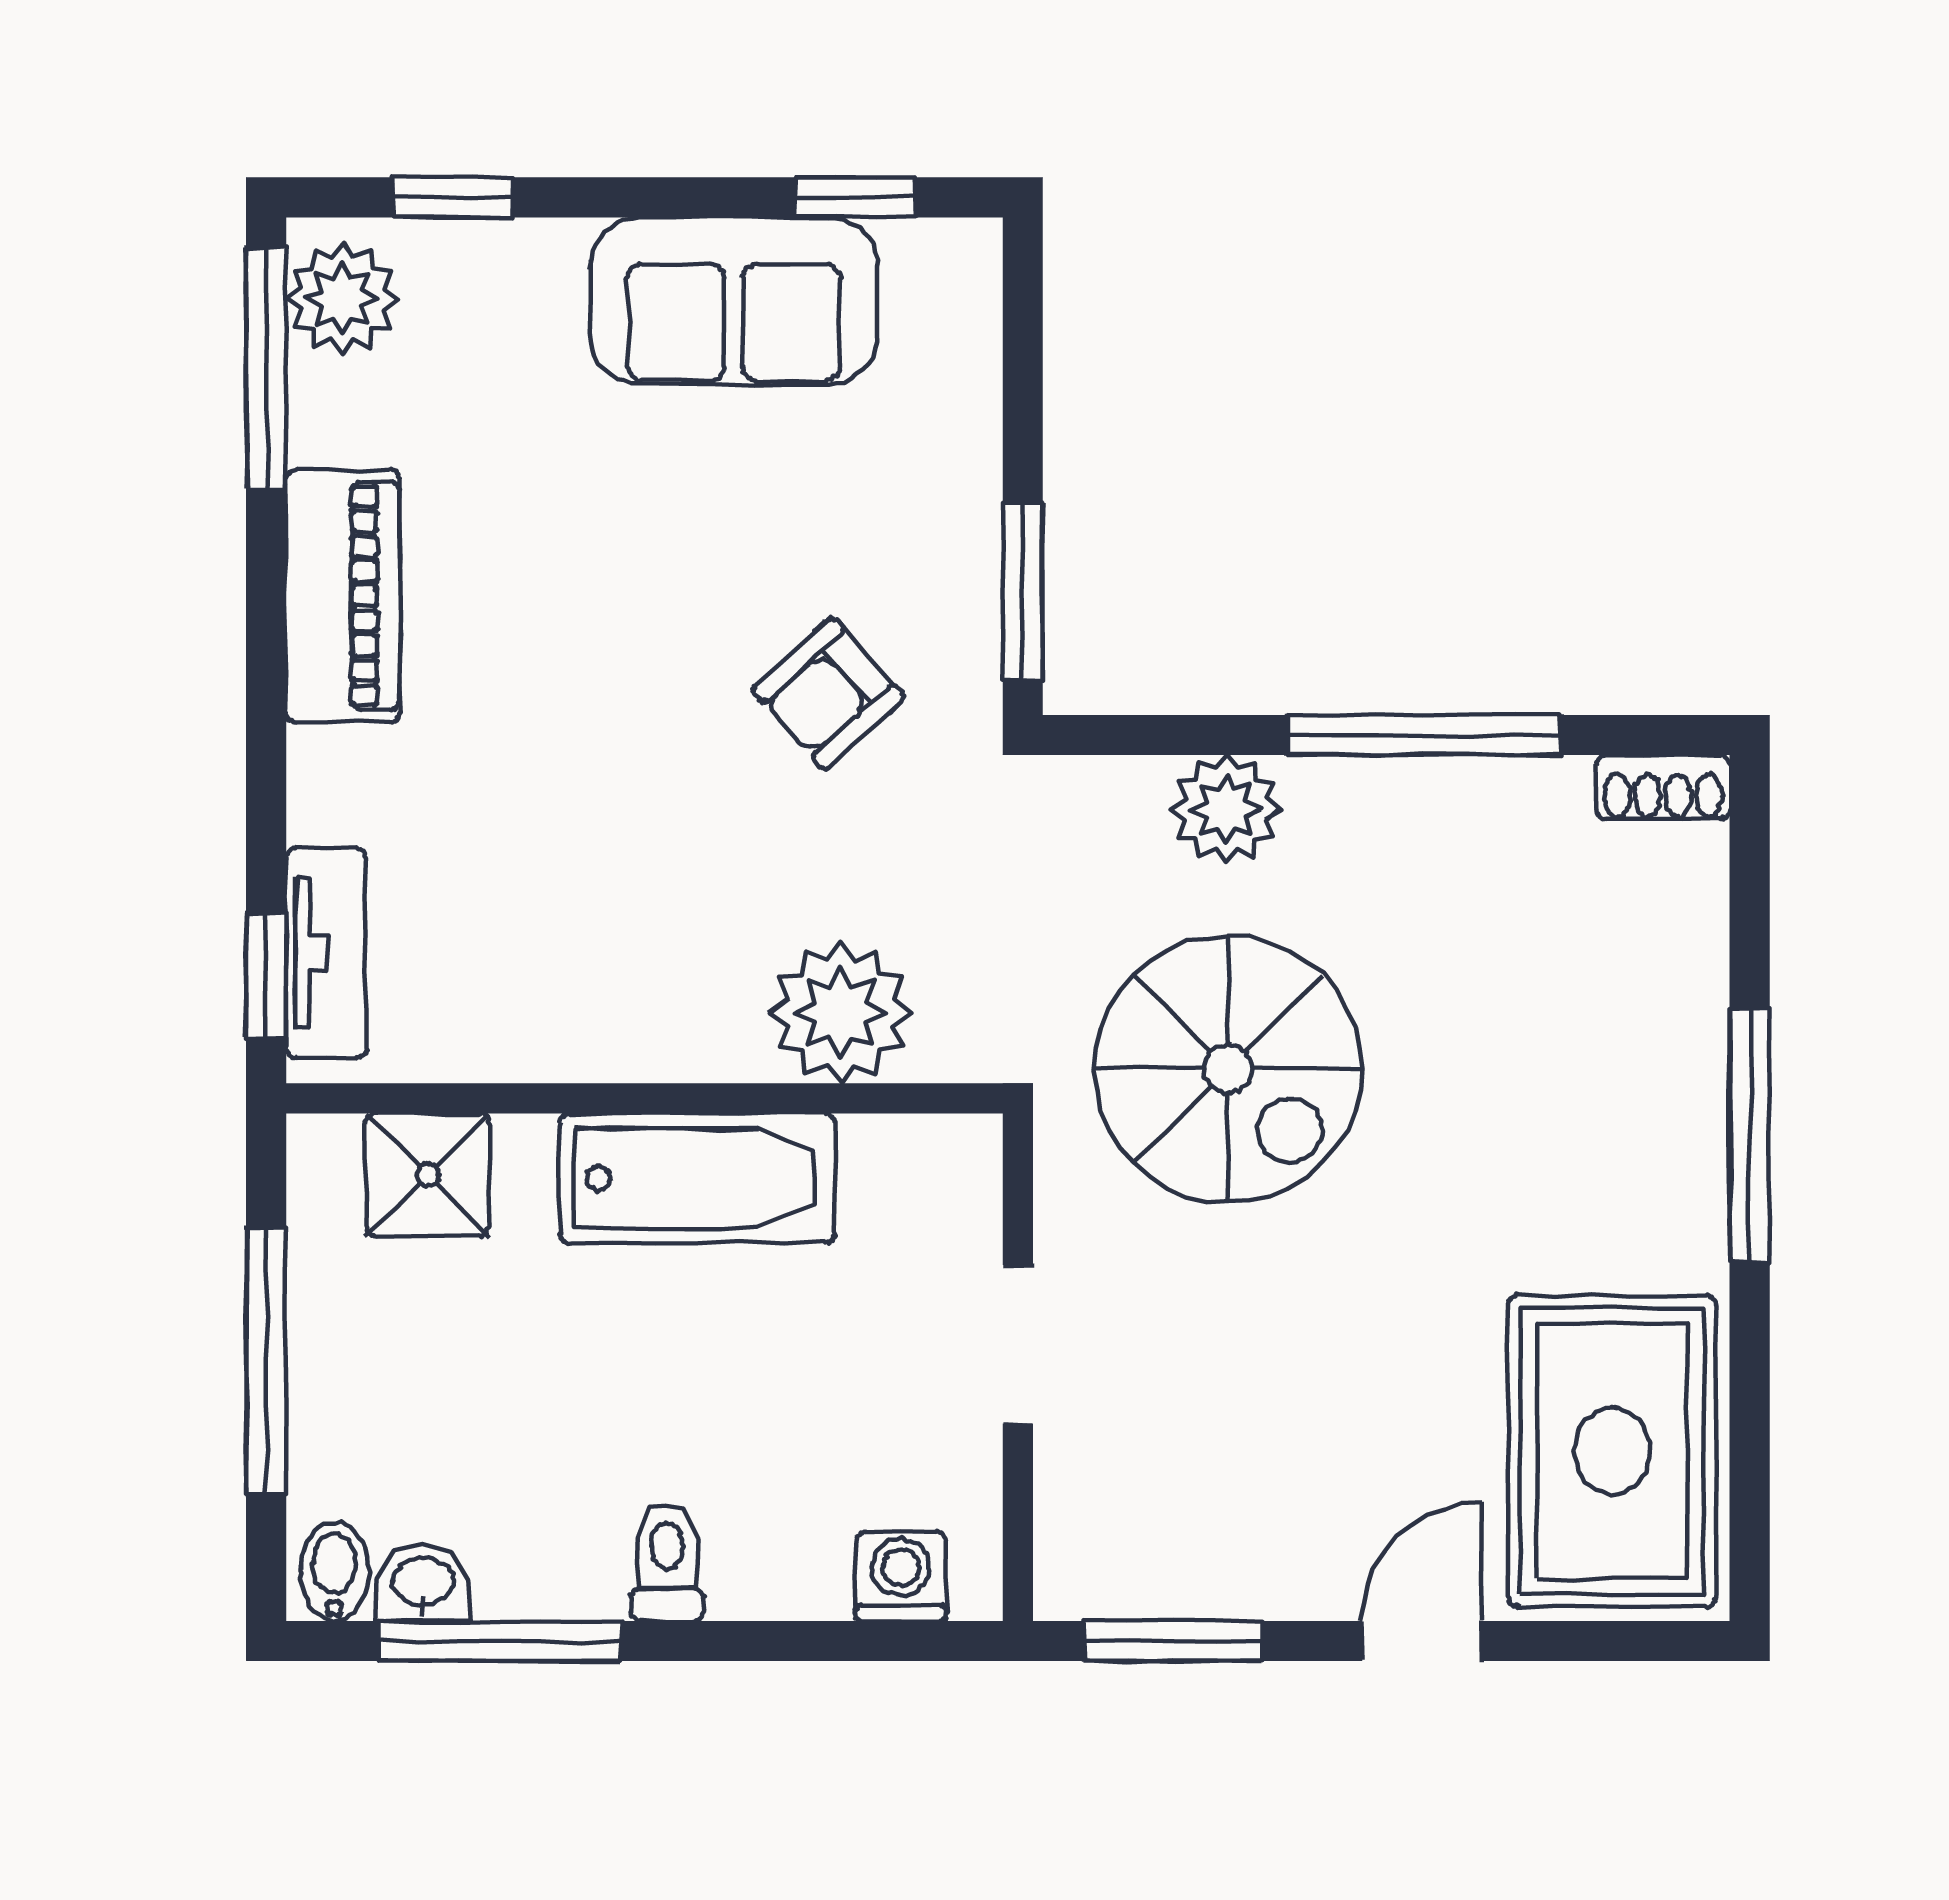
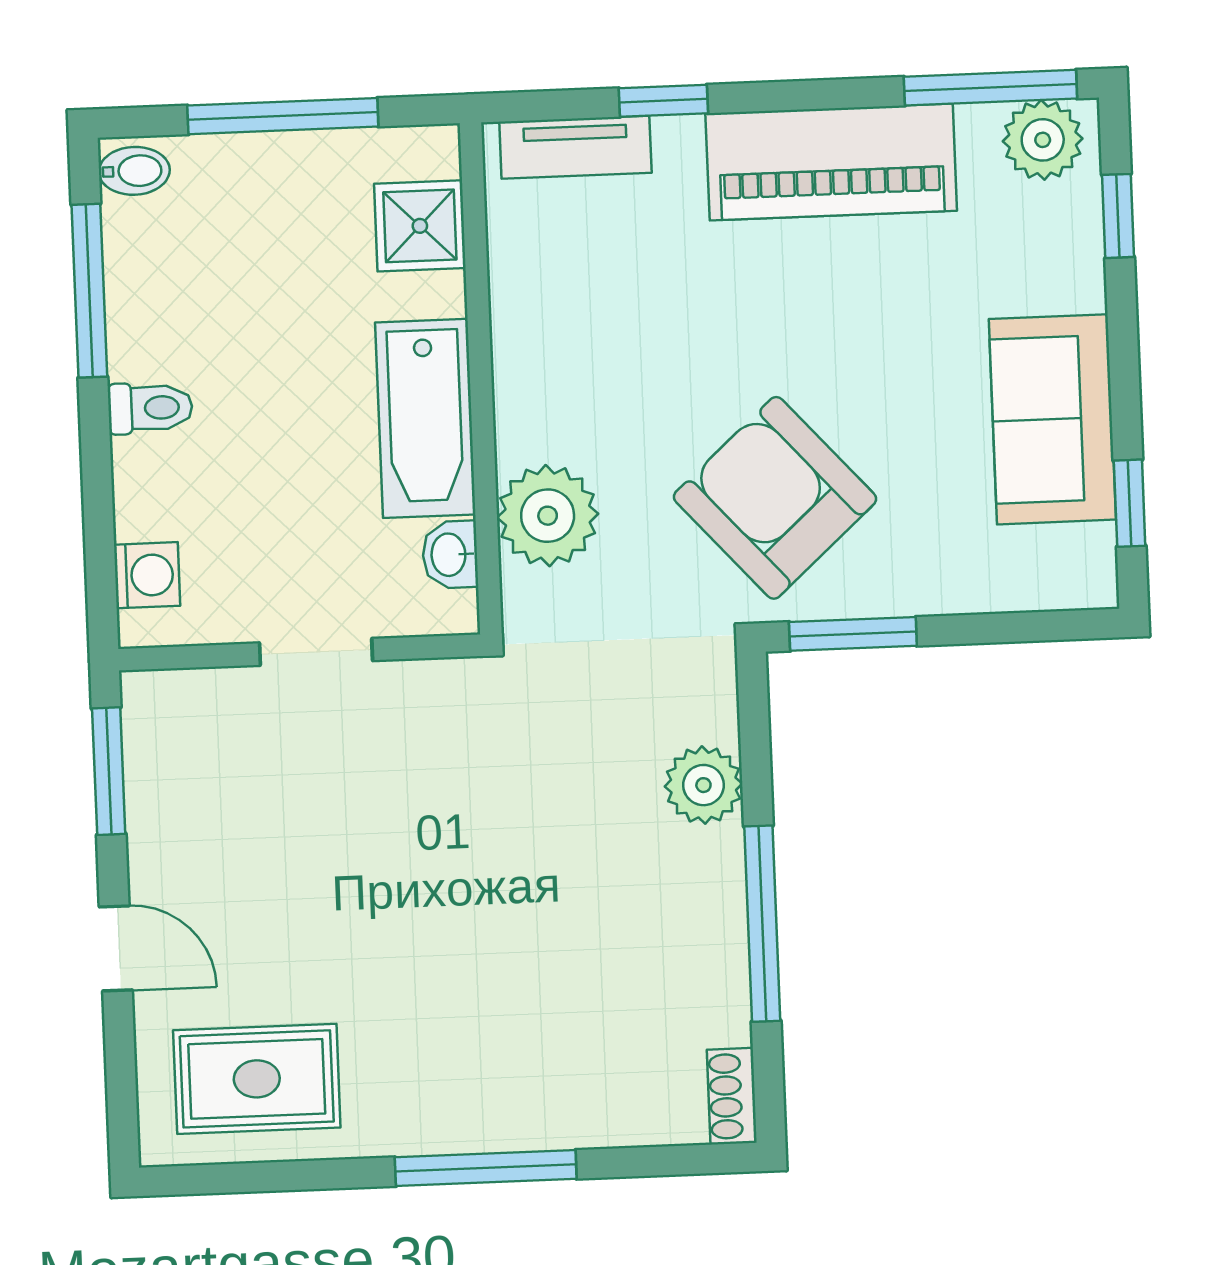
piano: (343, 596) -> (831, 162), width x1.37, depth x1.33
armchair: (828, 693) -> (775, 498), width x1.88, depth x1.88
window: (266, 975) -> (663, 101), moved
spiral stairs: (1228, 1069) -> (519, 794), removed
rug: (1612, 1451) -> (257, 1079), width x0.73, depth x0.70
washbasin: (423, 1583) -> (450, 555), moved, turned 180

